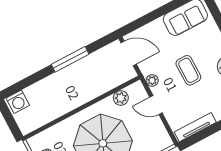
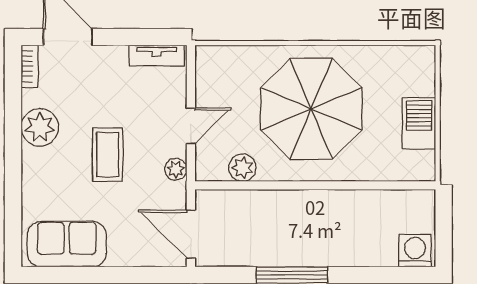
door: (156, 105) -> (191, 126), hinge flipped
tv unit: (195, 127) -> (157, 56), width x0.71

